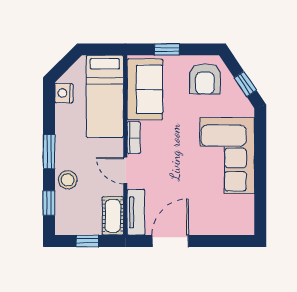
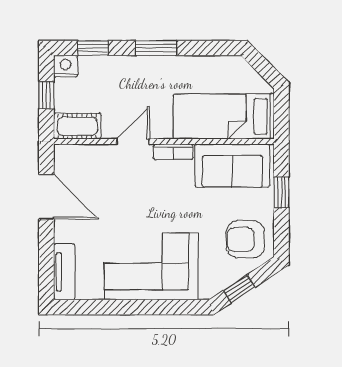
nightstand: (64, 93) -> (65, 66), moved
stool: (68, 180) -> (121, 71), removed
tv unit: (136, 212) -> (64, 272), moved, turned -90

